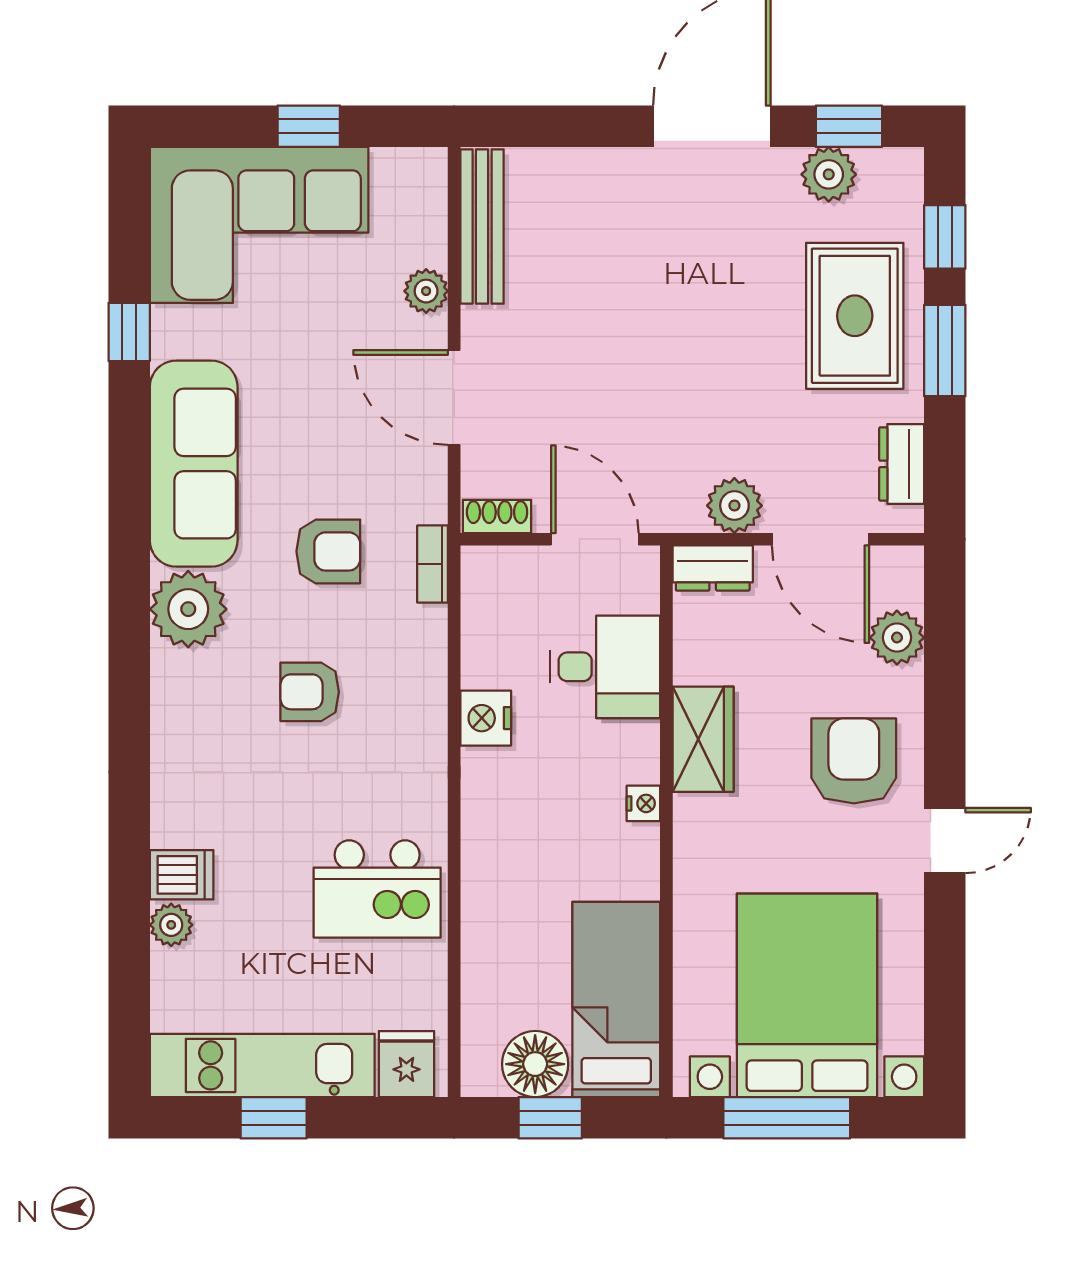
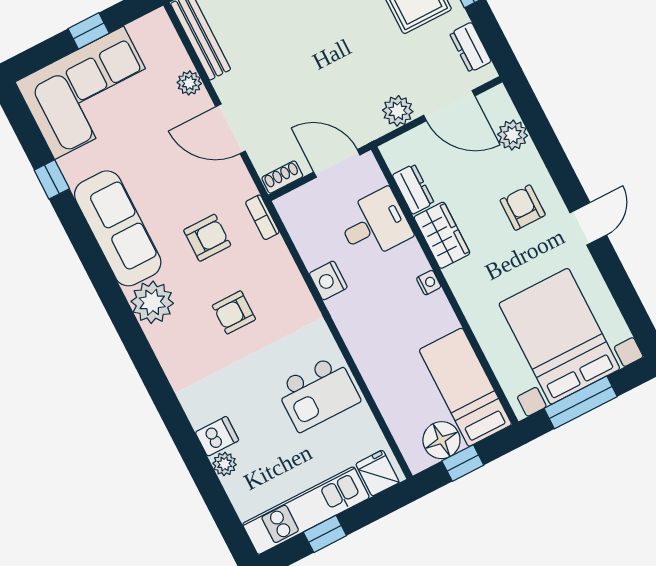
dresser: (713, 568) -> (413, 189), moved, turned -90
armchair: (854, 761) -> (523, 208), width x0.72, depth x0.72

